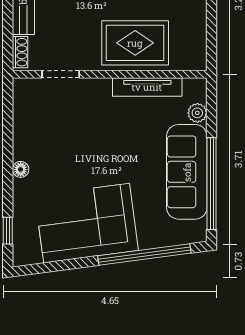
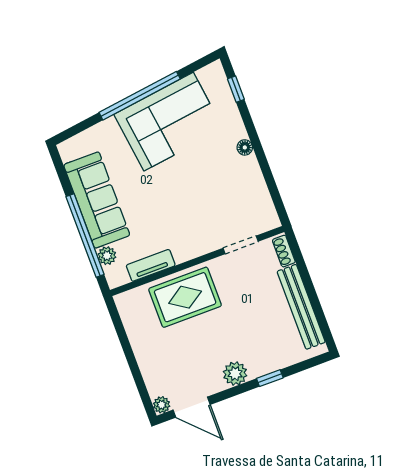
tv unit: (147, 87) -> (151, 265), width x0.71
window: (212, 184) -> (85, 236), moved
window: (144, 254) -> (140, 96), moved

